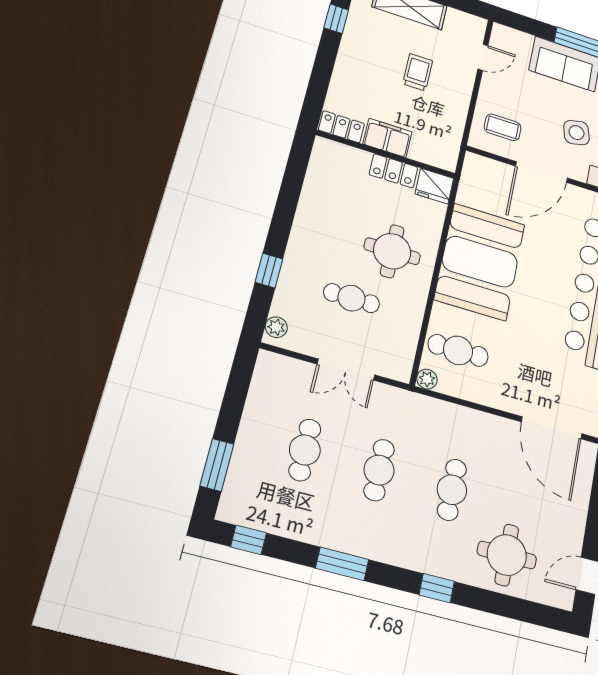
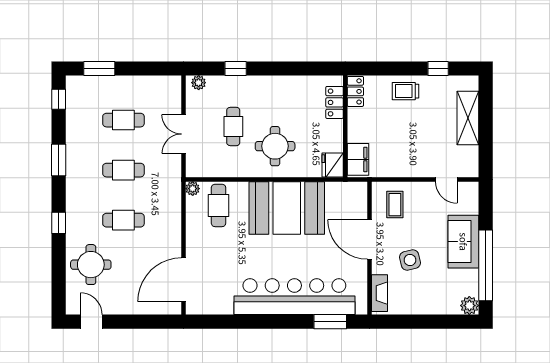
trolley: (418, 72) -> (406, 91), moved, turned 180
filing cabinet: (387, 138) -> (358, 159), moved
locker: (394, 171) -> (334, 102), moved

